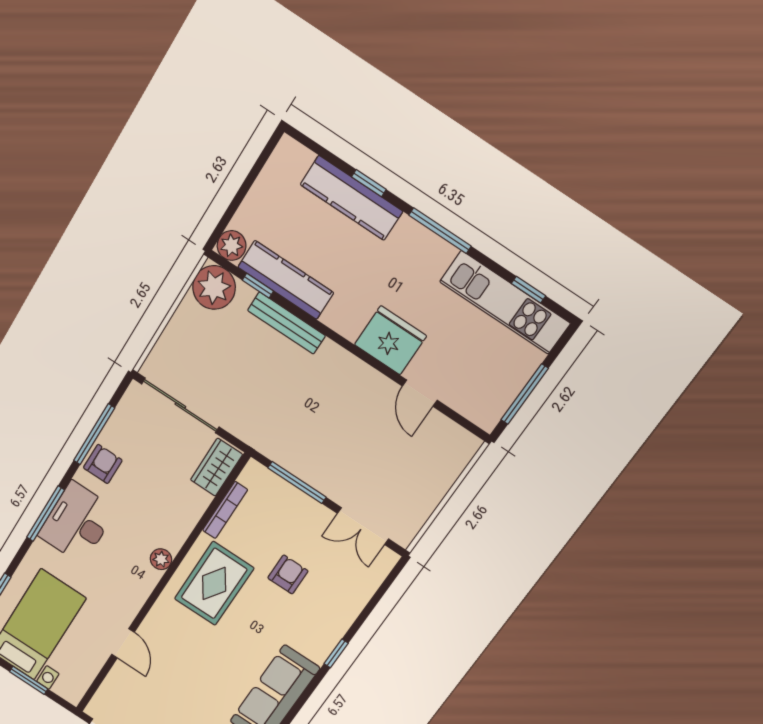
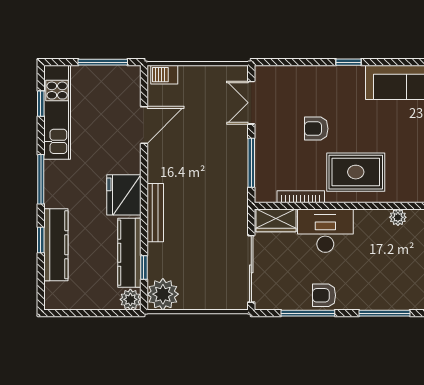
bench: (286, 323) -> (155, 213), moved
fridge: (390, 340) -> (124, 195), moved
door: (420, 393) -> (144, 125), width x1.38
barbecue: (461, 453) -> (164, 75), added
desk: (77, 523) -> (325, 231), moved, turned 180
double door: (363, 526) -> (251, 103), swing flipped
plant: (161, 559) -> (398, 217), moved

